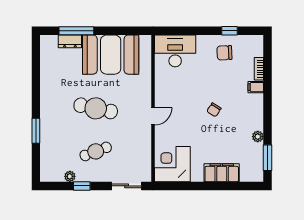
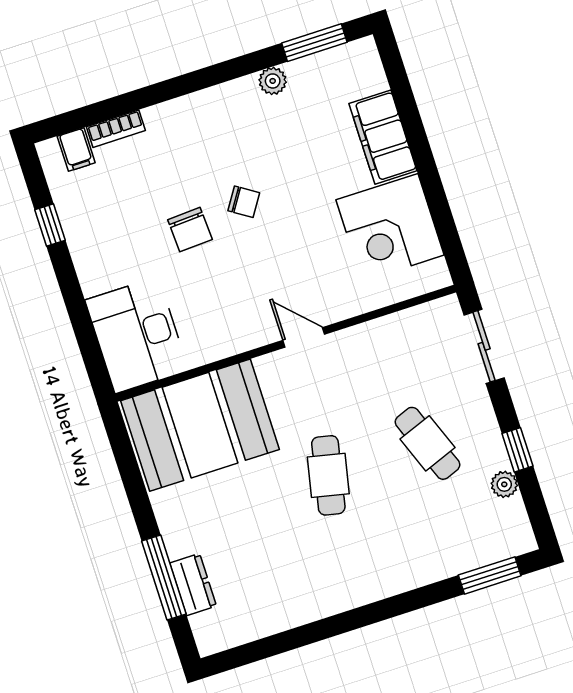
chair: (224, 53) -> (190, 230), moved
booth: (111, 55) -> (200, 425), moved, turned 90
filing cabinet: (256, 87) -> (76, 149), moved
cafe table: (96, 108) -> (328, 475), width x0.73, depth x0.74
window: (36, 131) -> (490, 575), moved
corner desk: (172, 164) -> (390, 227), moved

